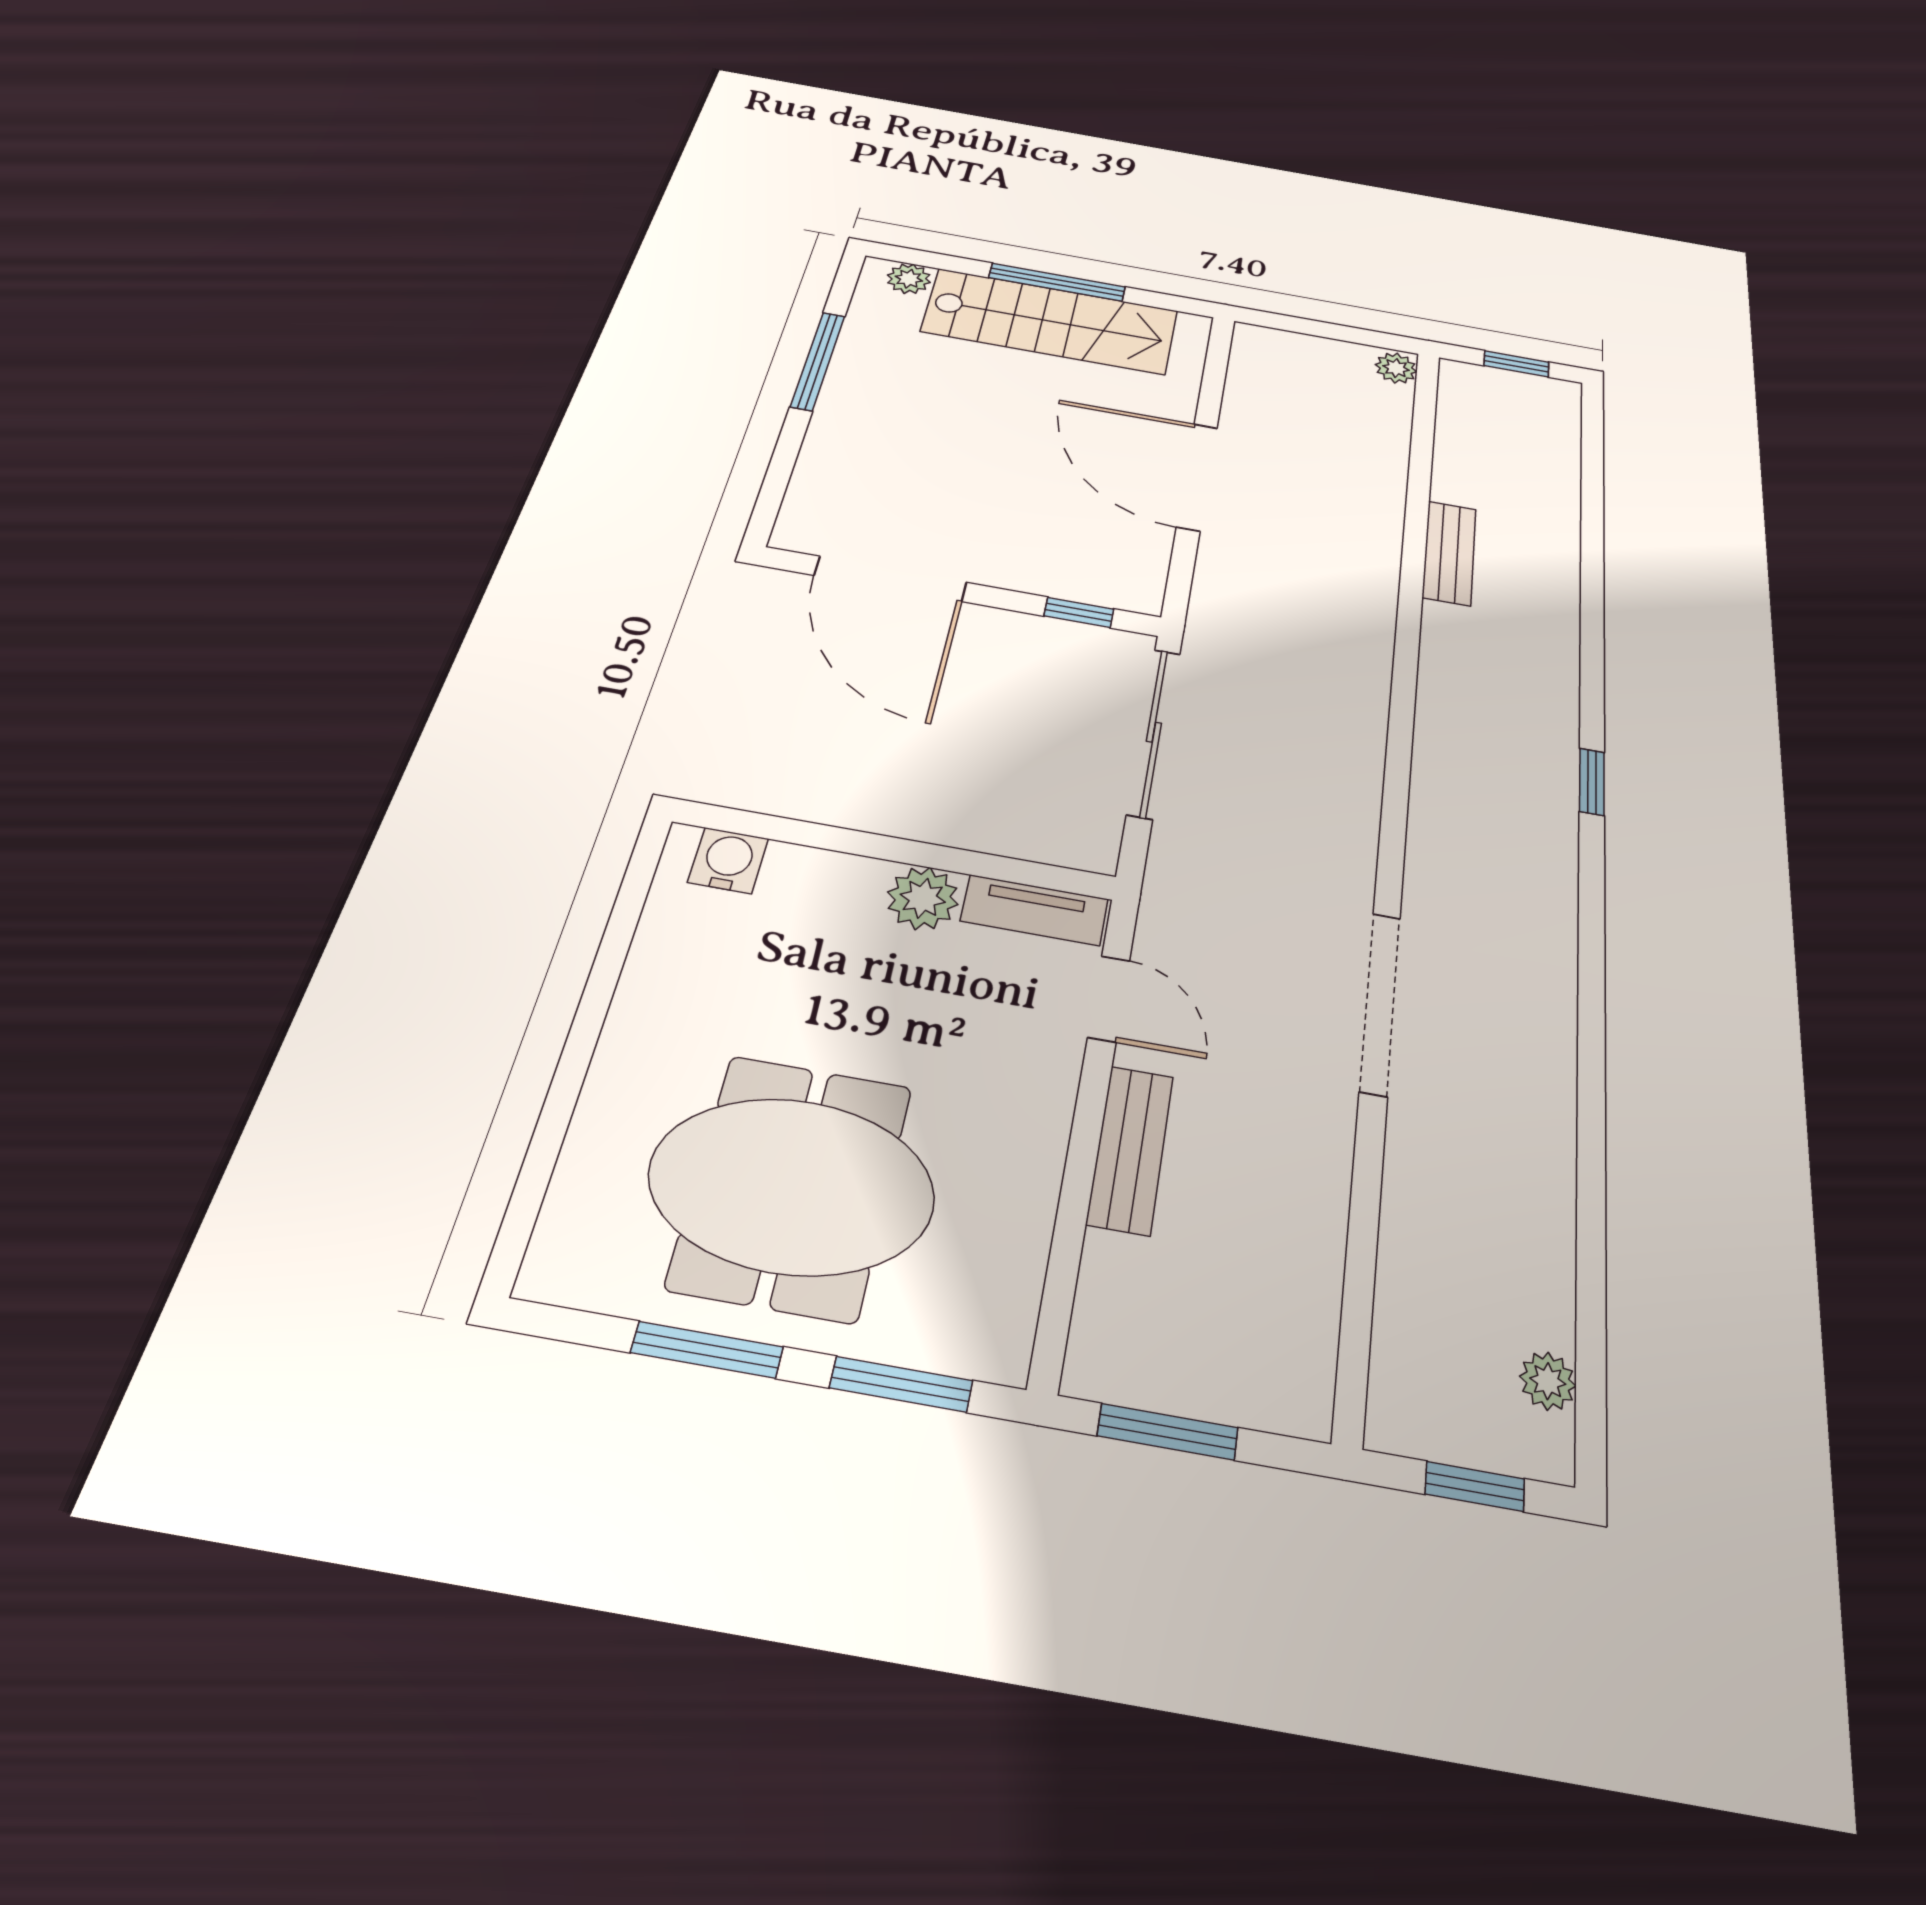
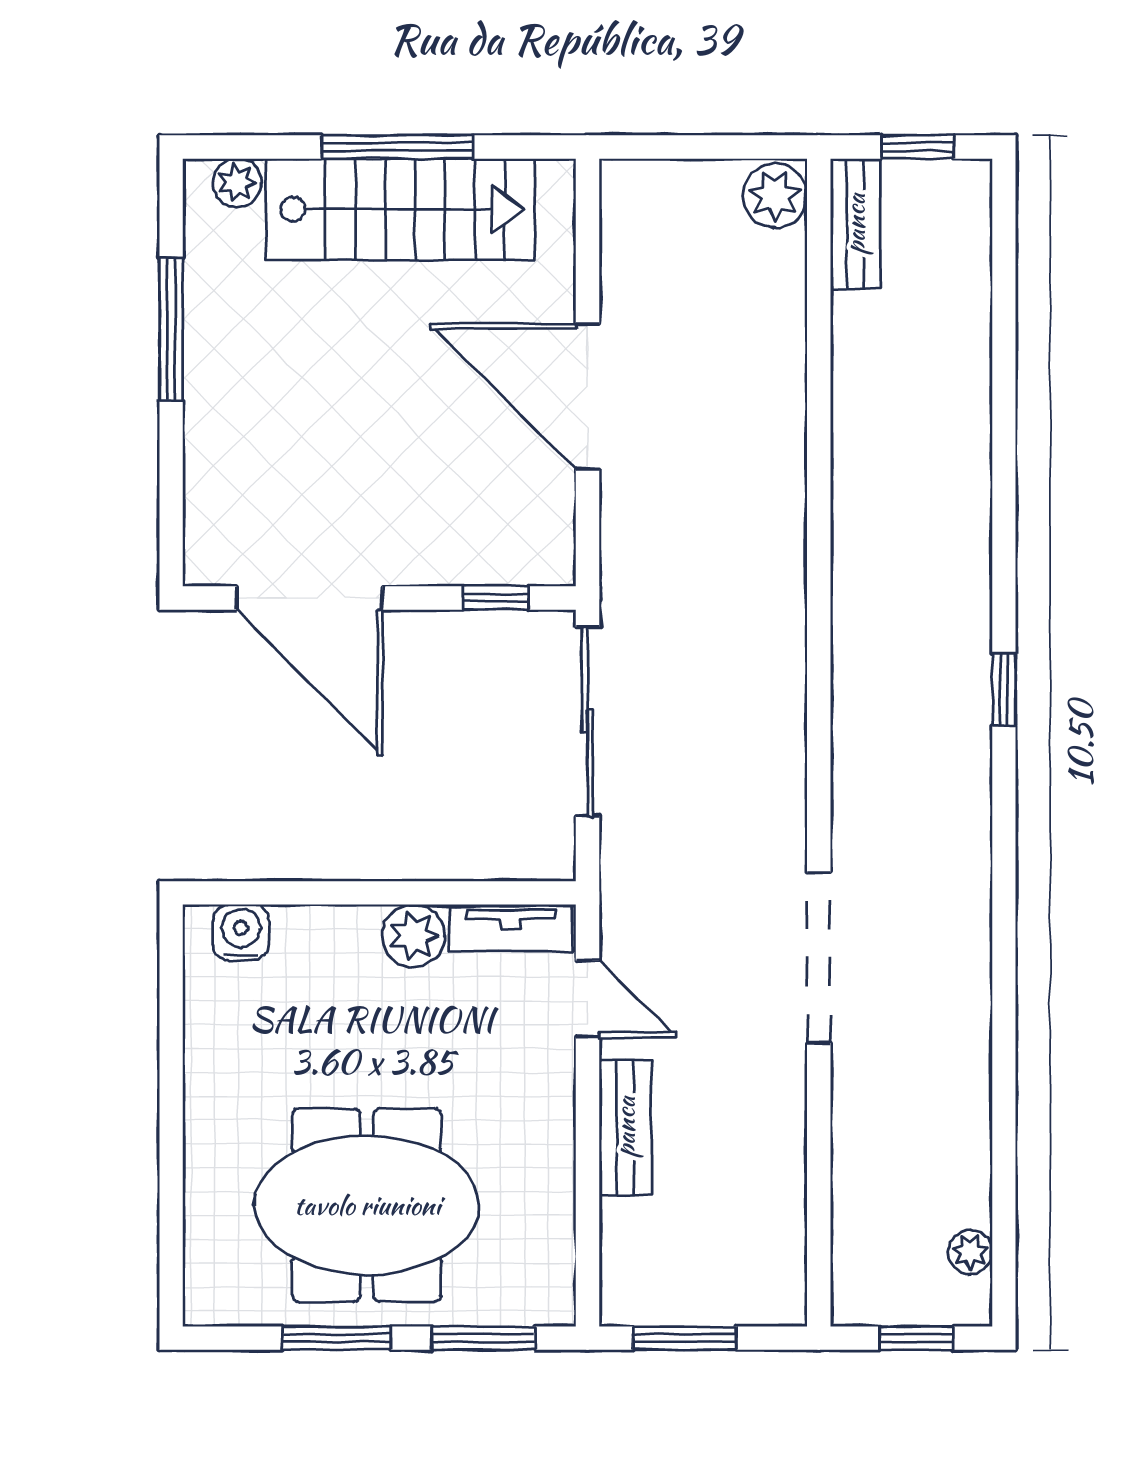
plant: (1396, 368) -> (775, 196), width x1.38, depth x1.38
bench: (1449, 553) -> (855, 224), moved

